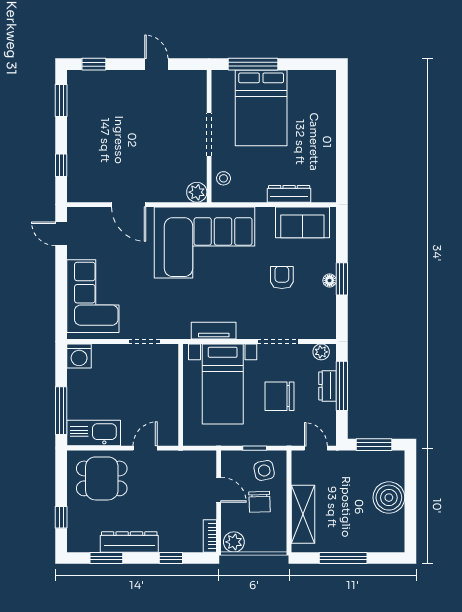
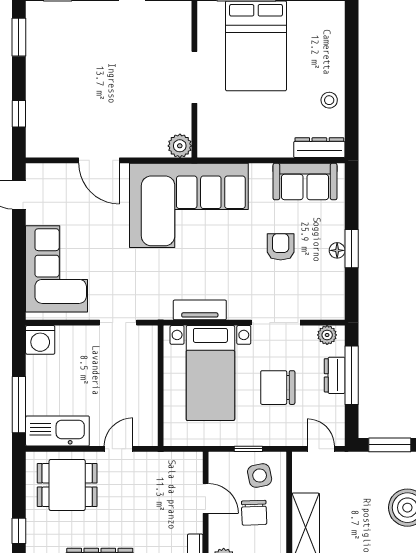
stool: (223, 178) -> (329, 100), moved
dresser: (289, 194) -> (319, 148), moved

